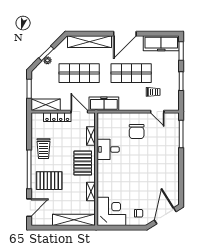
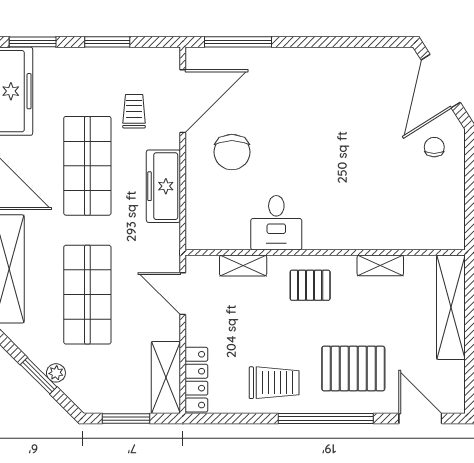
freezer: (104, 104) -> (163, 186), moved
door: (79, 112) -> (183, 294), hinge flipped
door: (157, 112) -> (183, 101), width x1.88
locker: (57, 117) -> (196, 380), moved
chair: (137, 132) -> (232, 152), turned 90
pallet: (83, 163) -> (310, 285), width x0.67, depth x0.71
pallet: (49, 181) -> (353, 368), turned 90
corner desk: (111, 211) -> (430, 215), removed
door: (165, 216) -> (441, 81), hinge flipped

